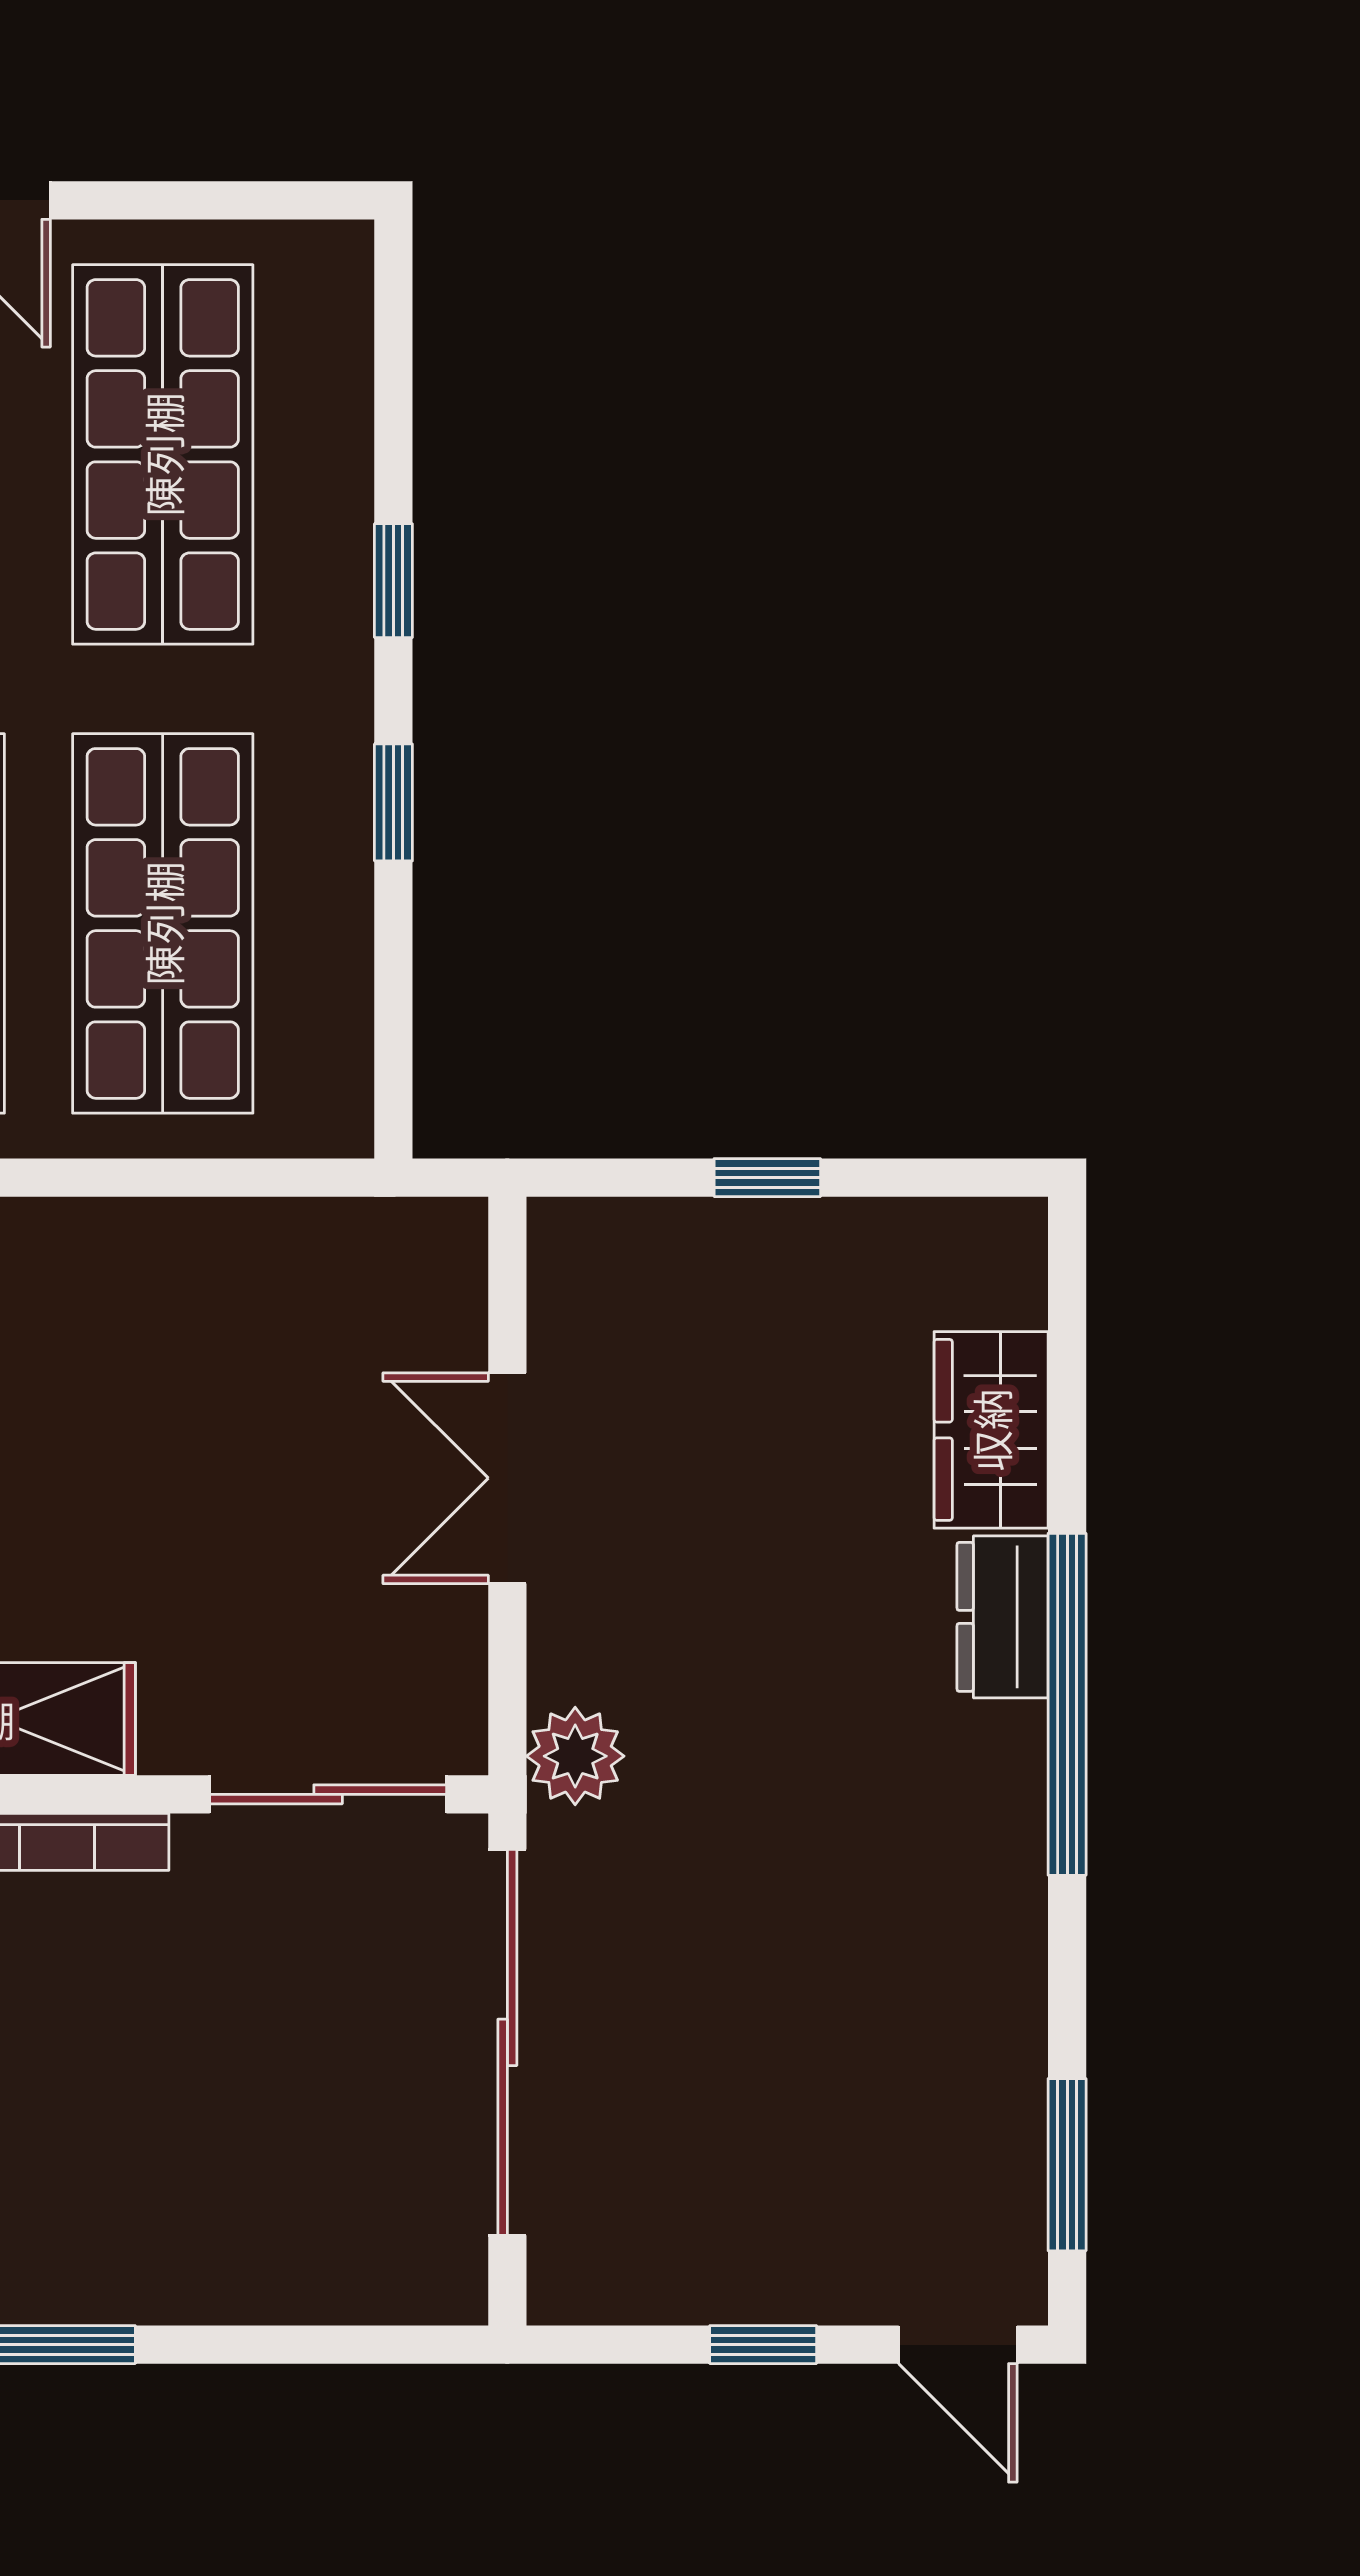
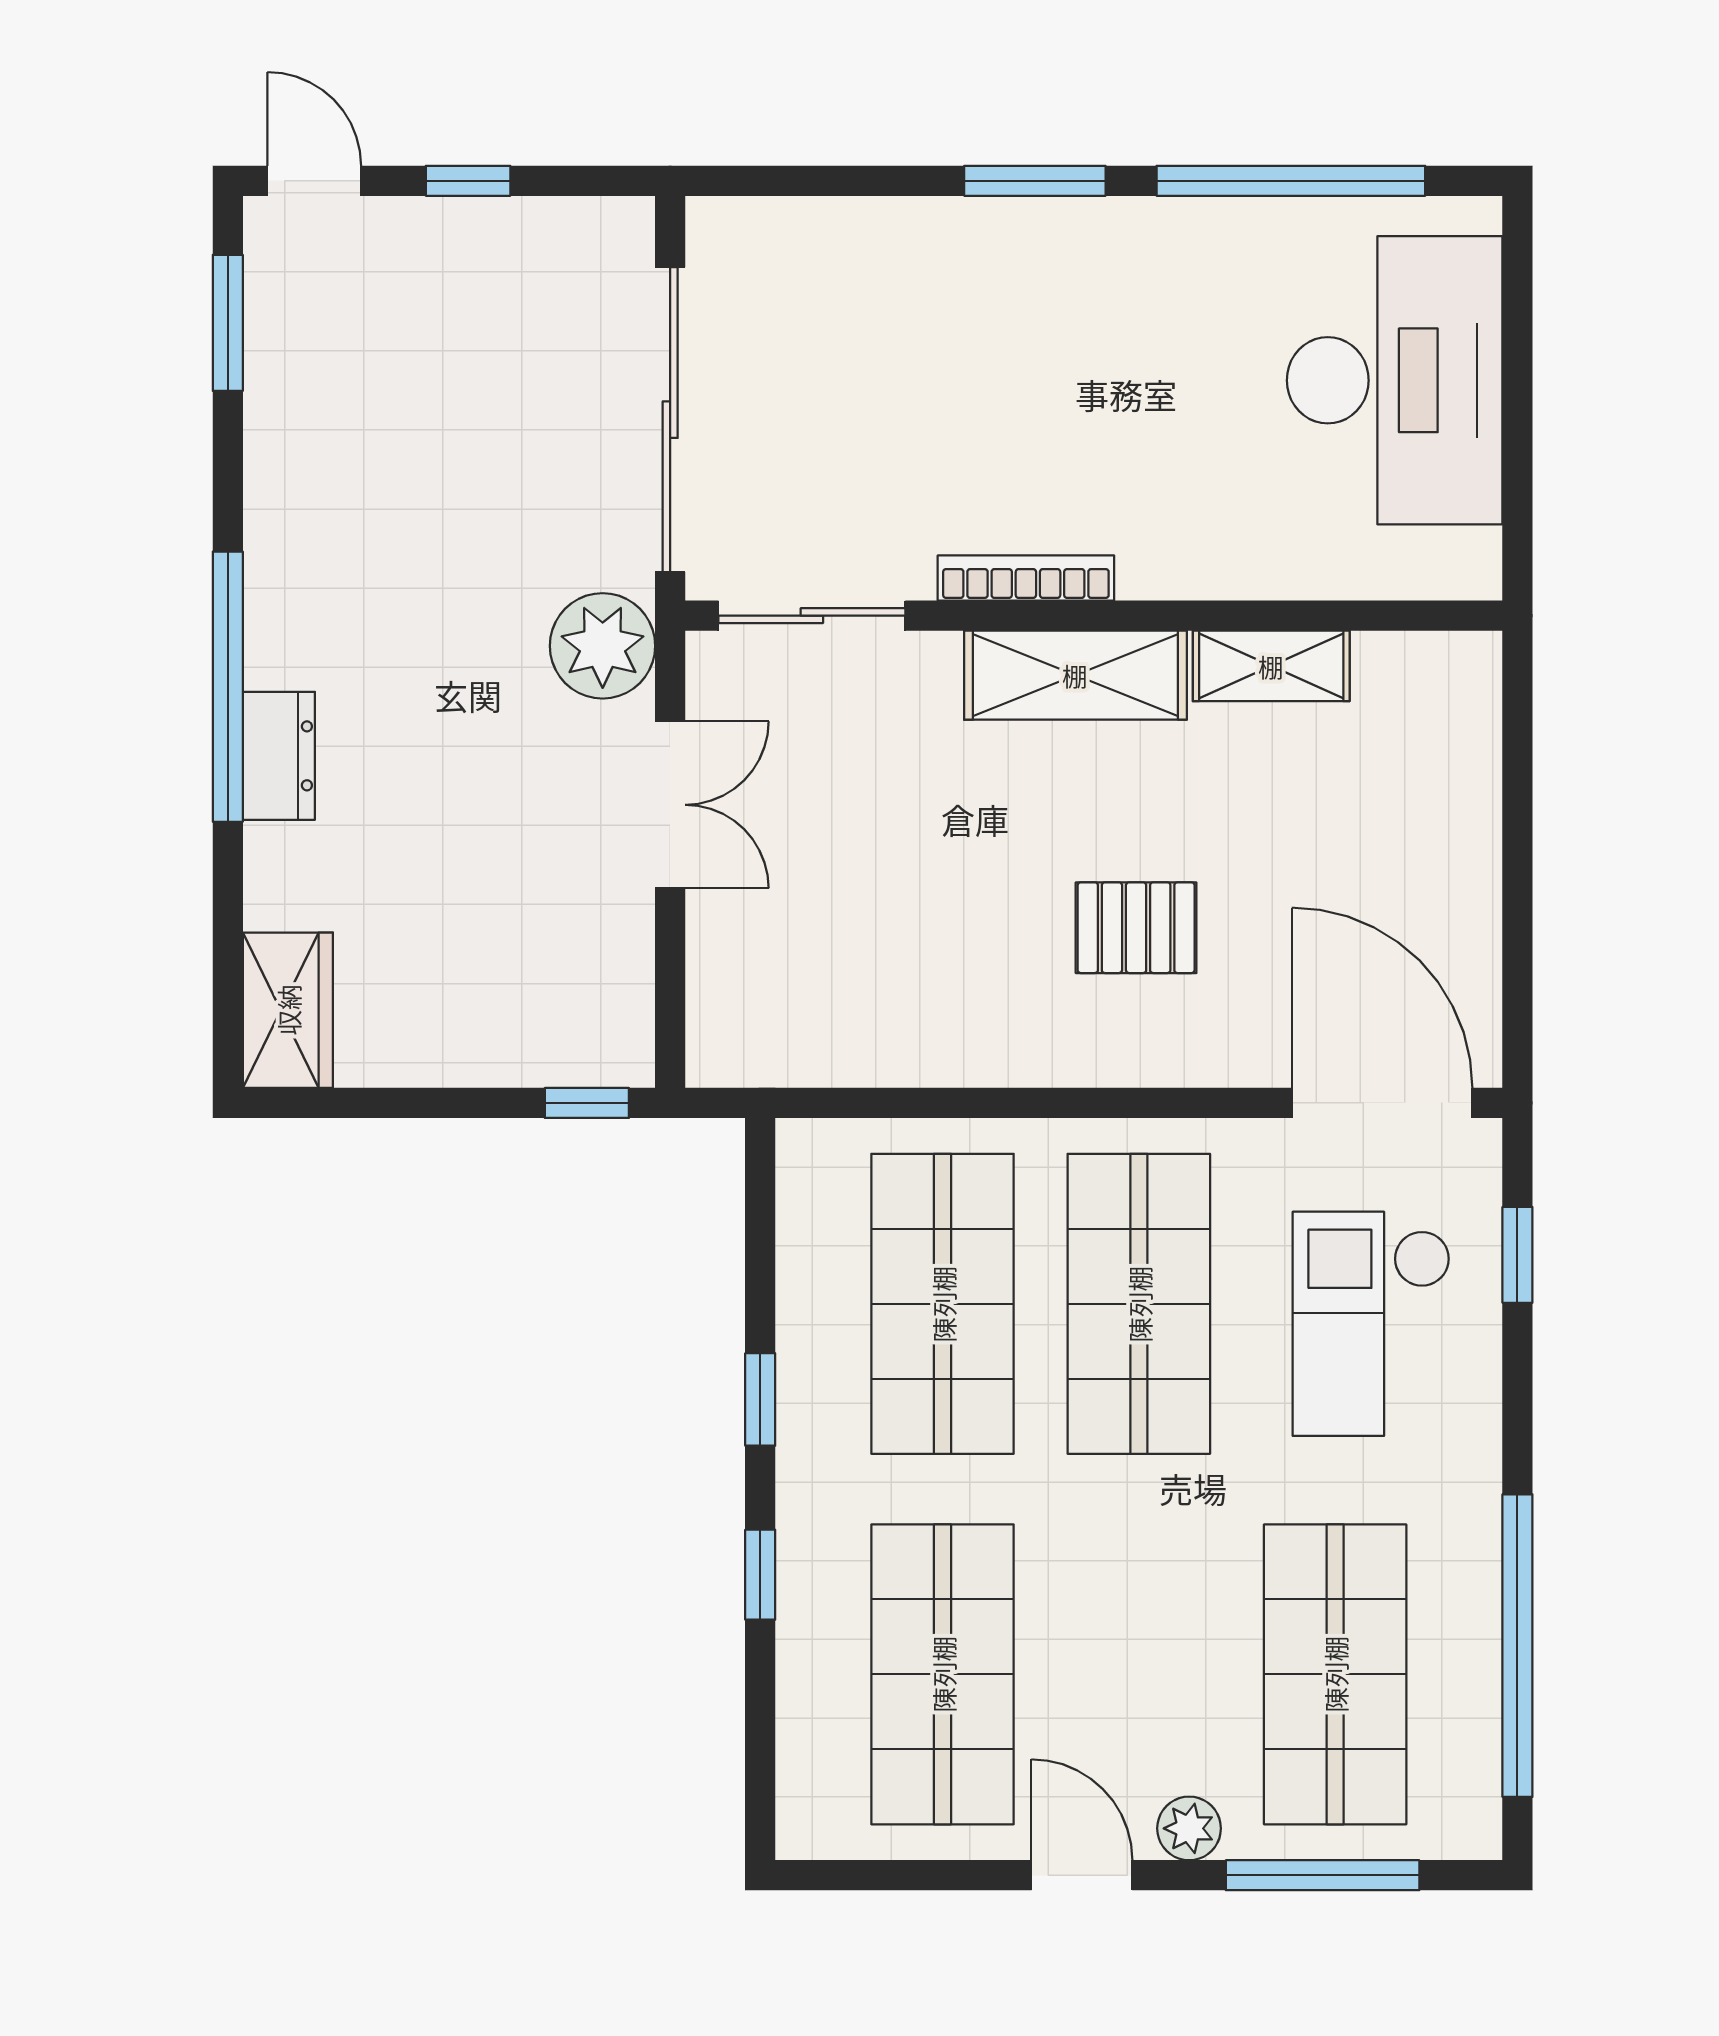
window: (767, 1178) -> (587, 1103), moved
wardrobe: (991, 1430) -> (288, 1010), moved
double door: (507, 1478) -> (670, 805), moved
plant: (575, 1756) -> (603, 646), width x1.36, depth x1.36

